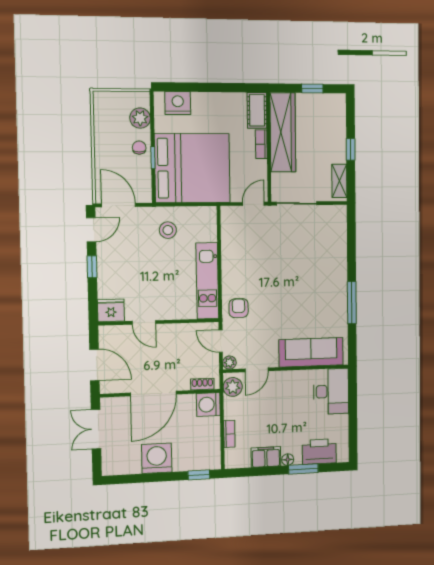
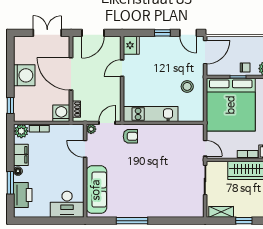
plant: (233, 387) -> (21, 131), moved

